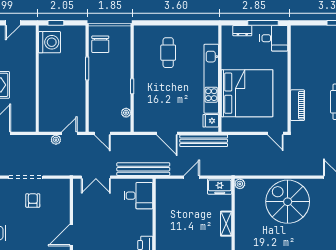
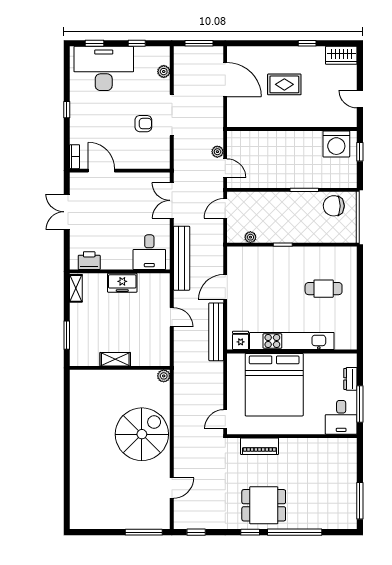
freezer: (220, 186) -> (122, 283), moved, turned -90

